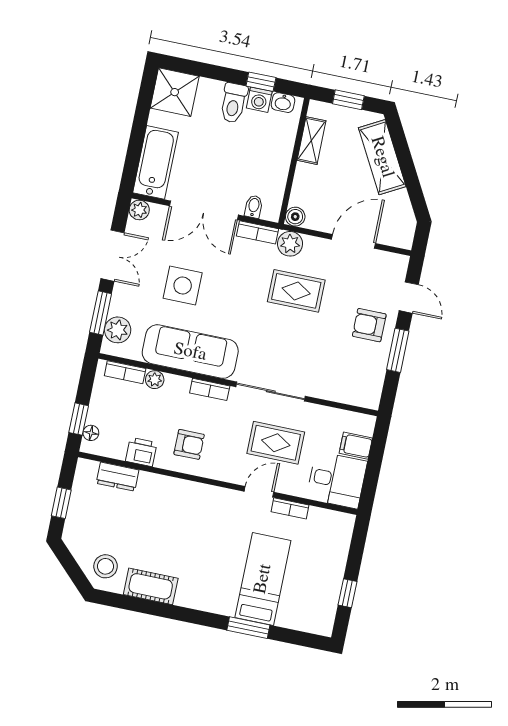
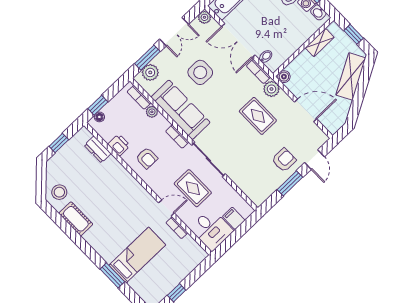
armchair: (369, 325) -> (284, 160), turned 90

